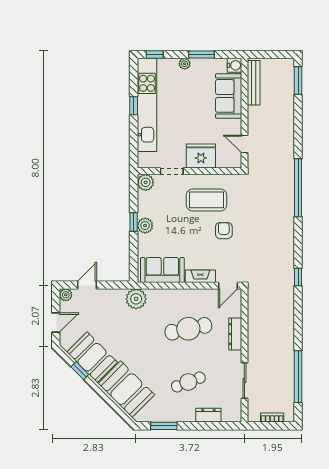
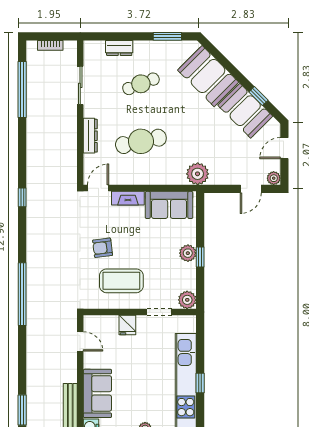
fridge: (201, 156) -> (127, 325), width x0.53, depth x0.75
armchair: (224, 231) -> (103, 248), turned 83

